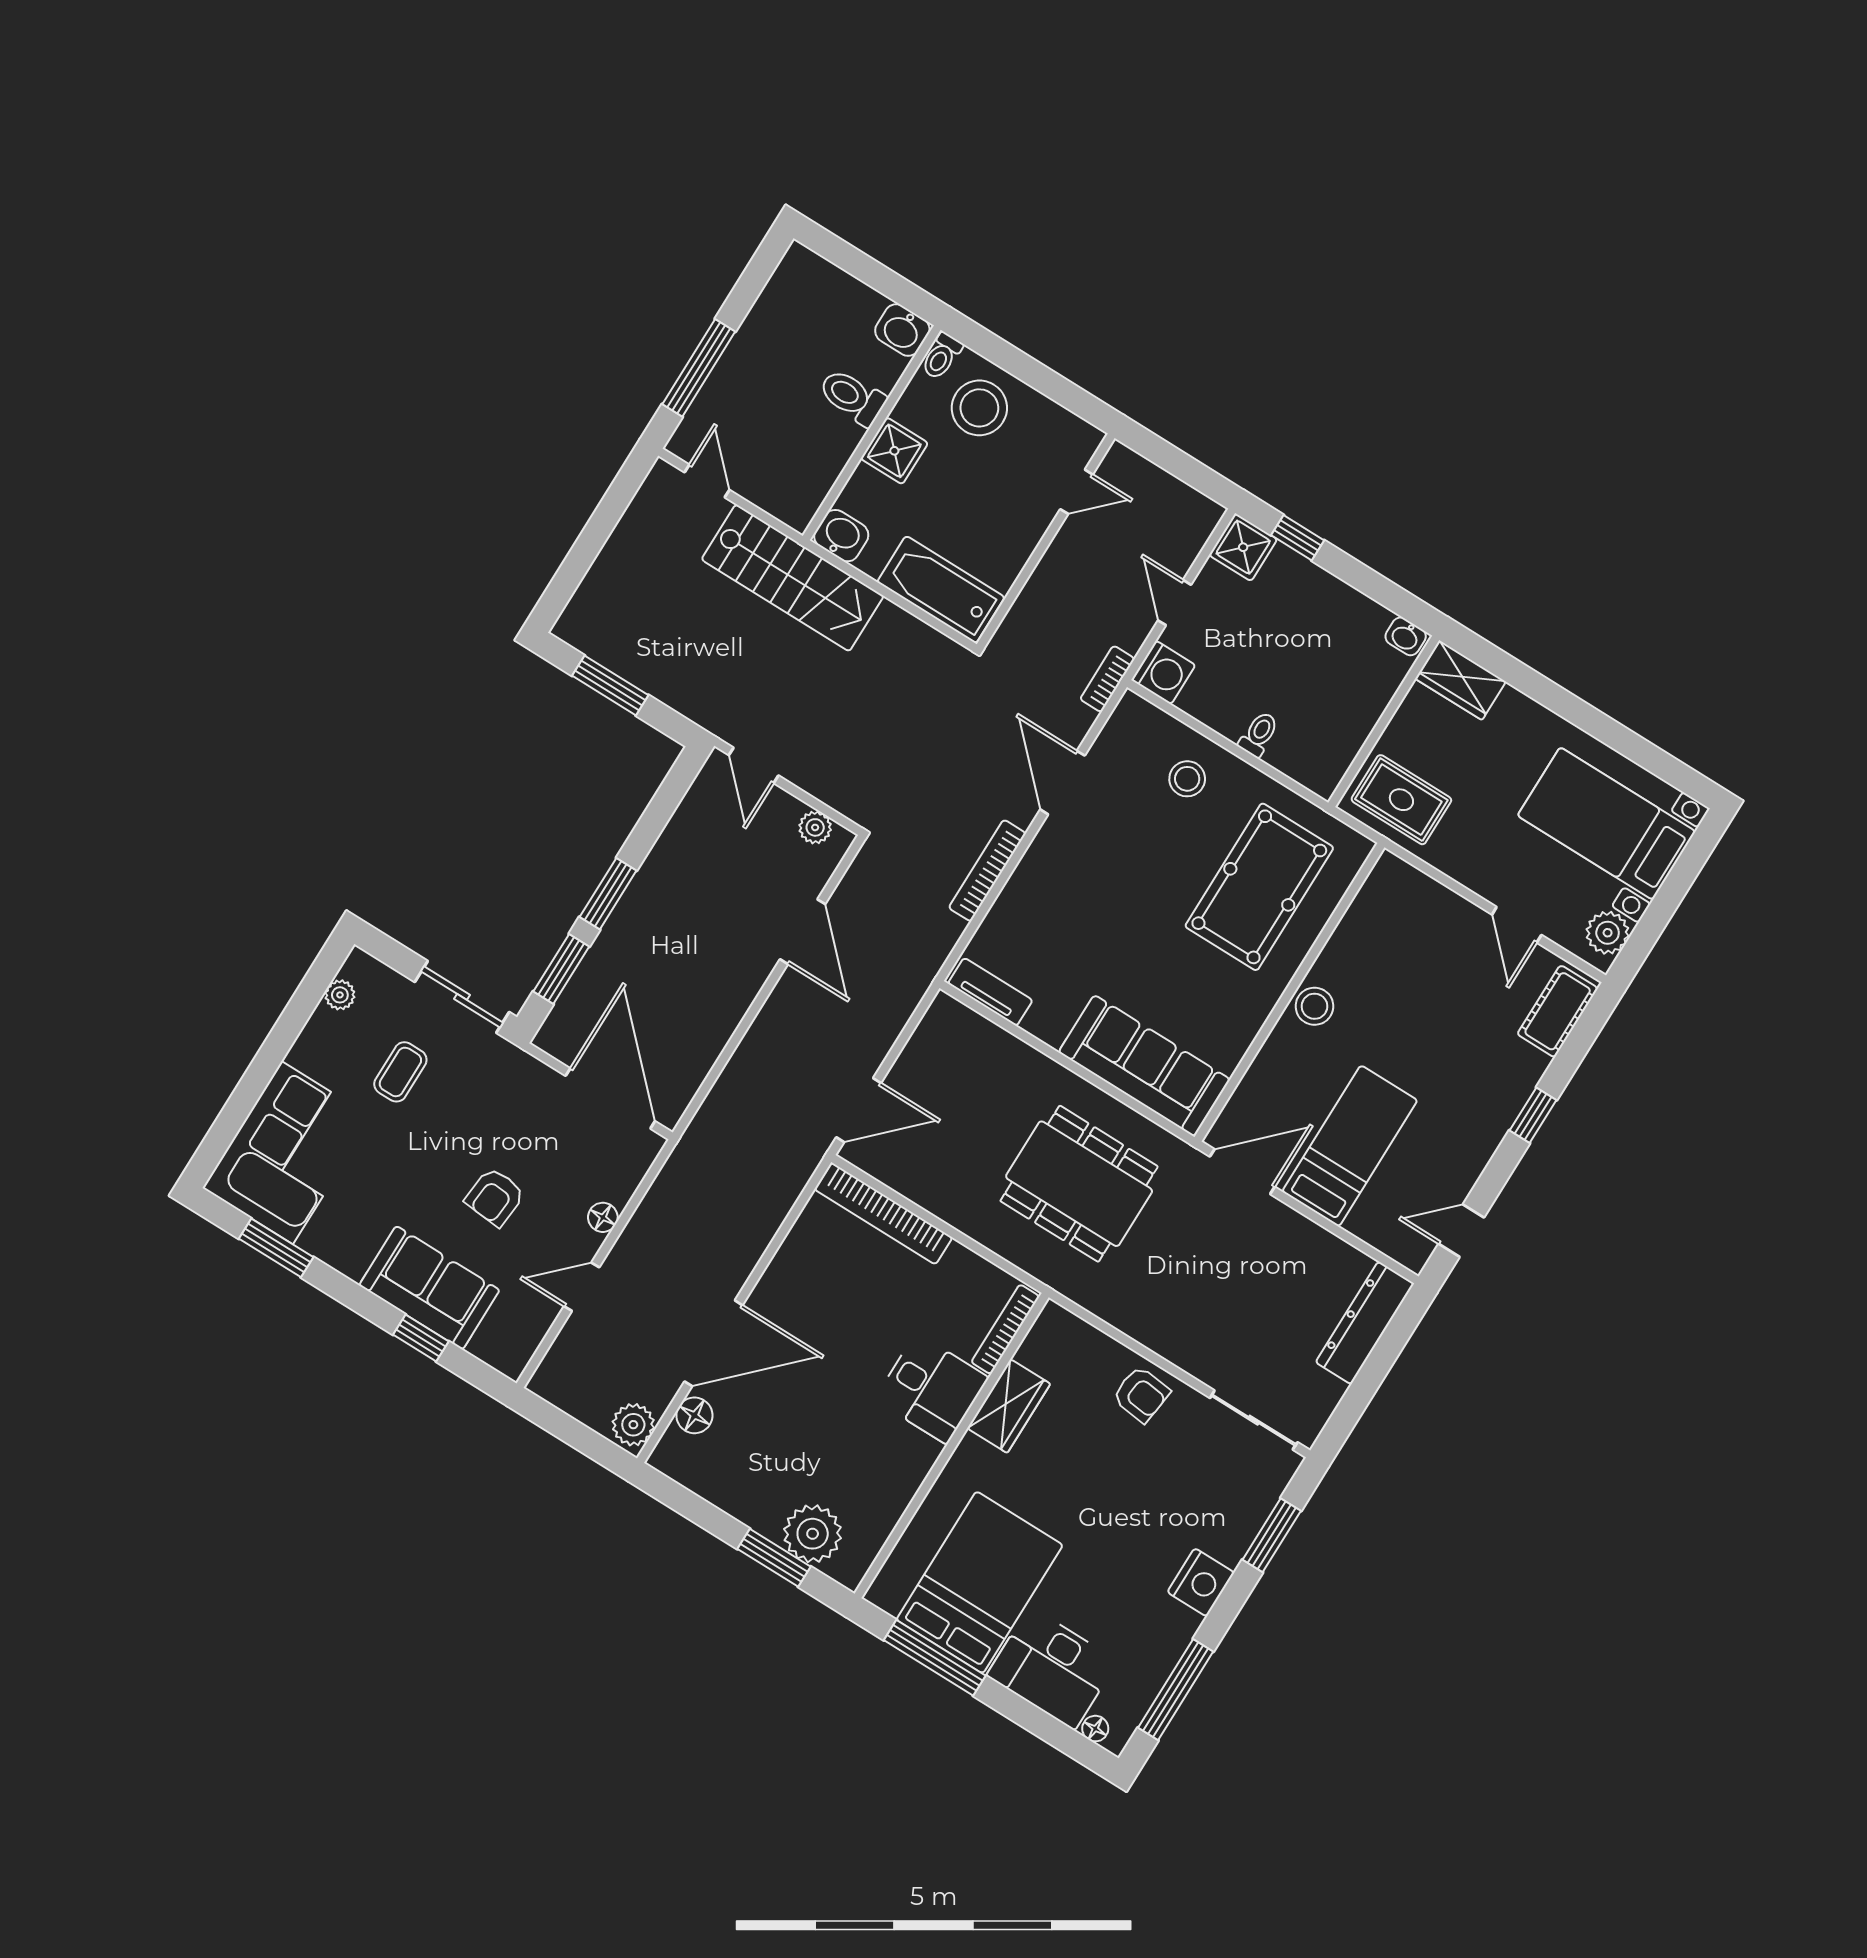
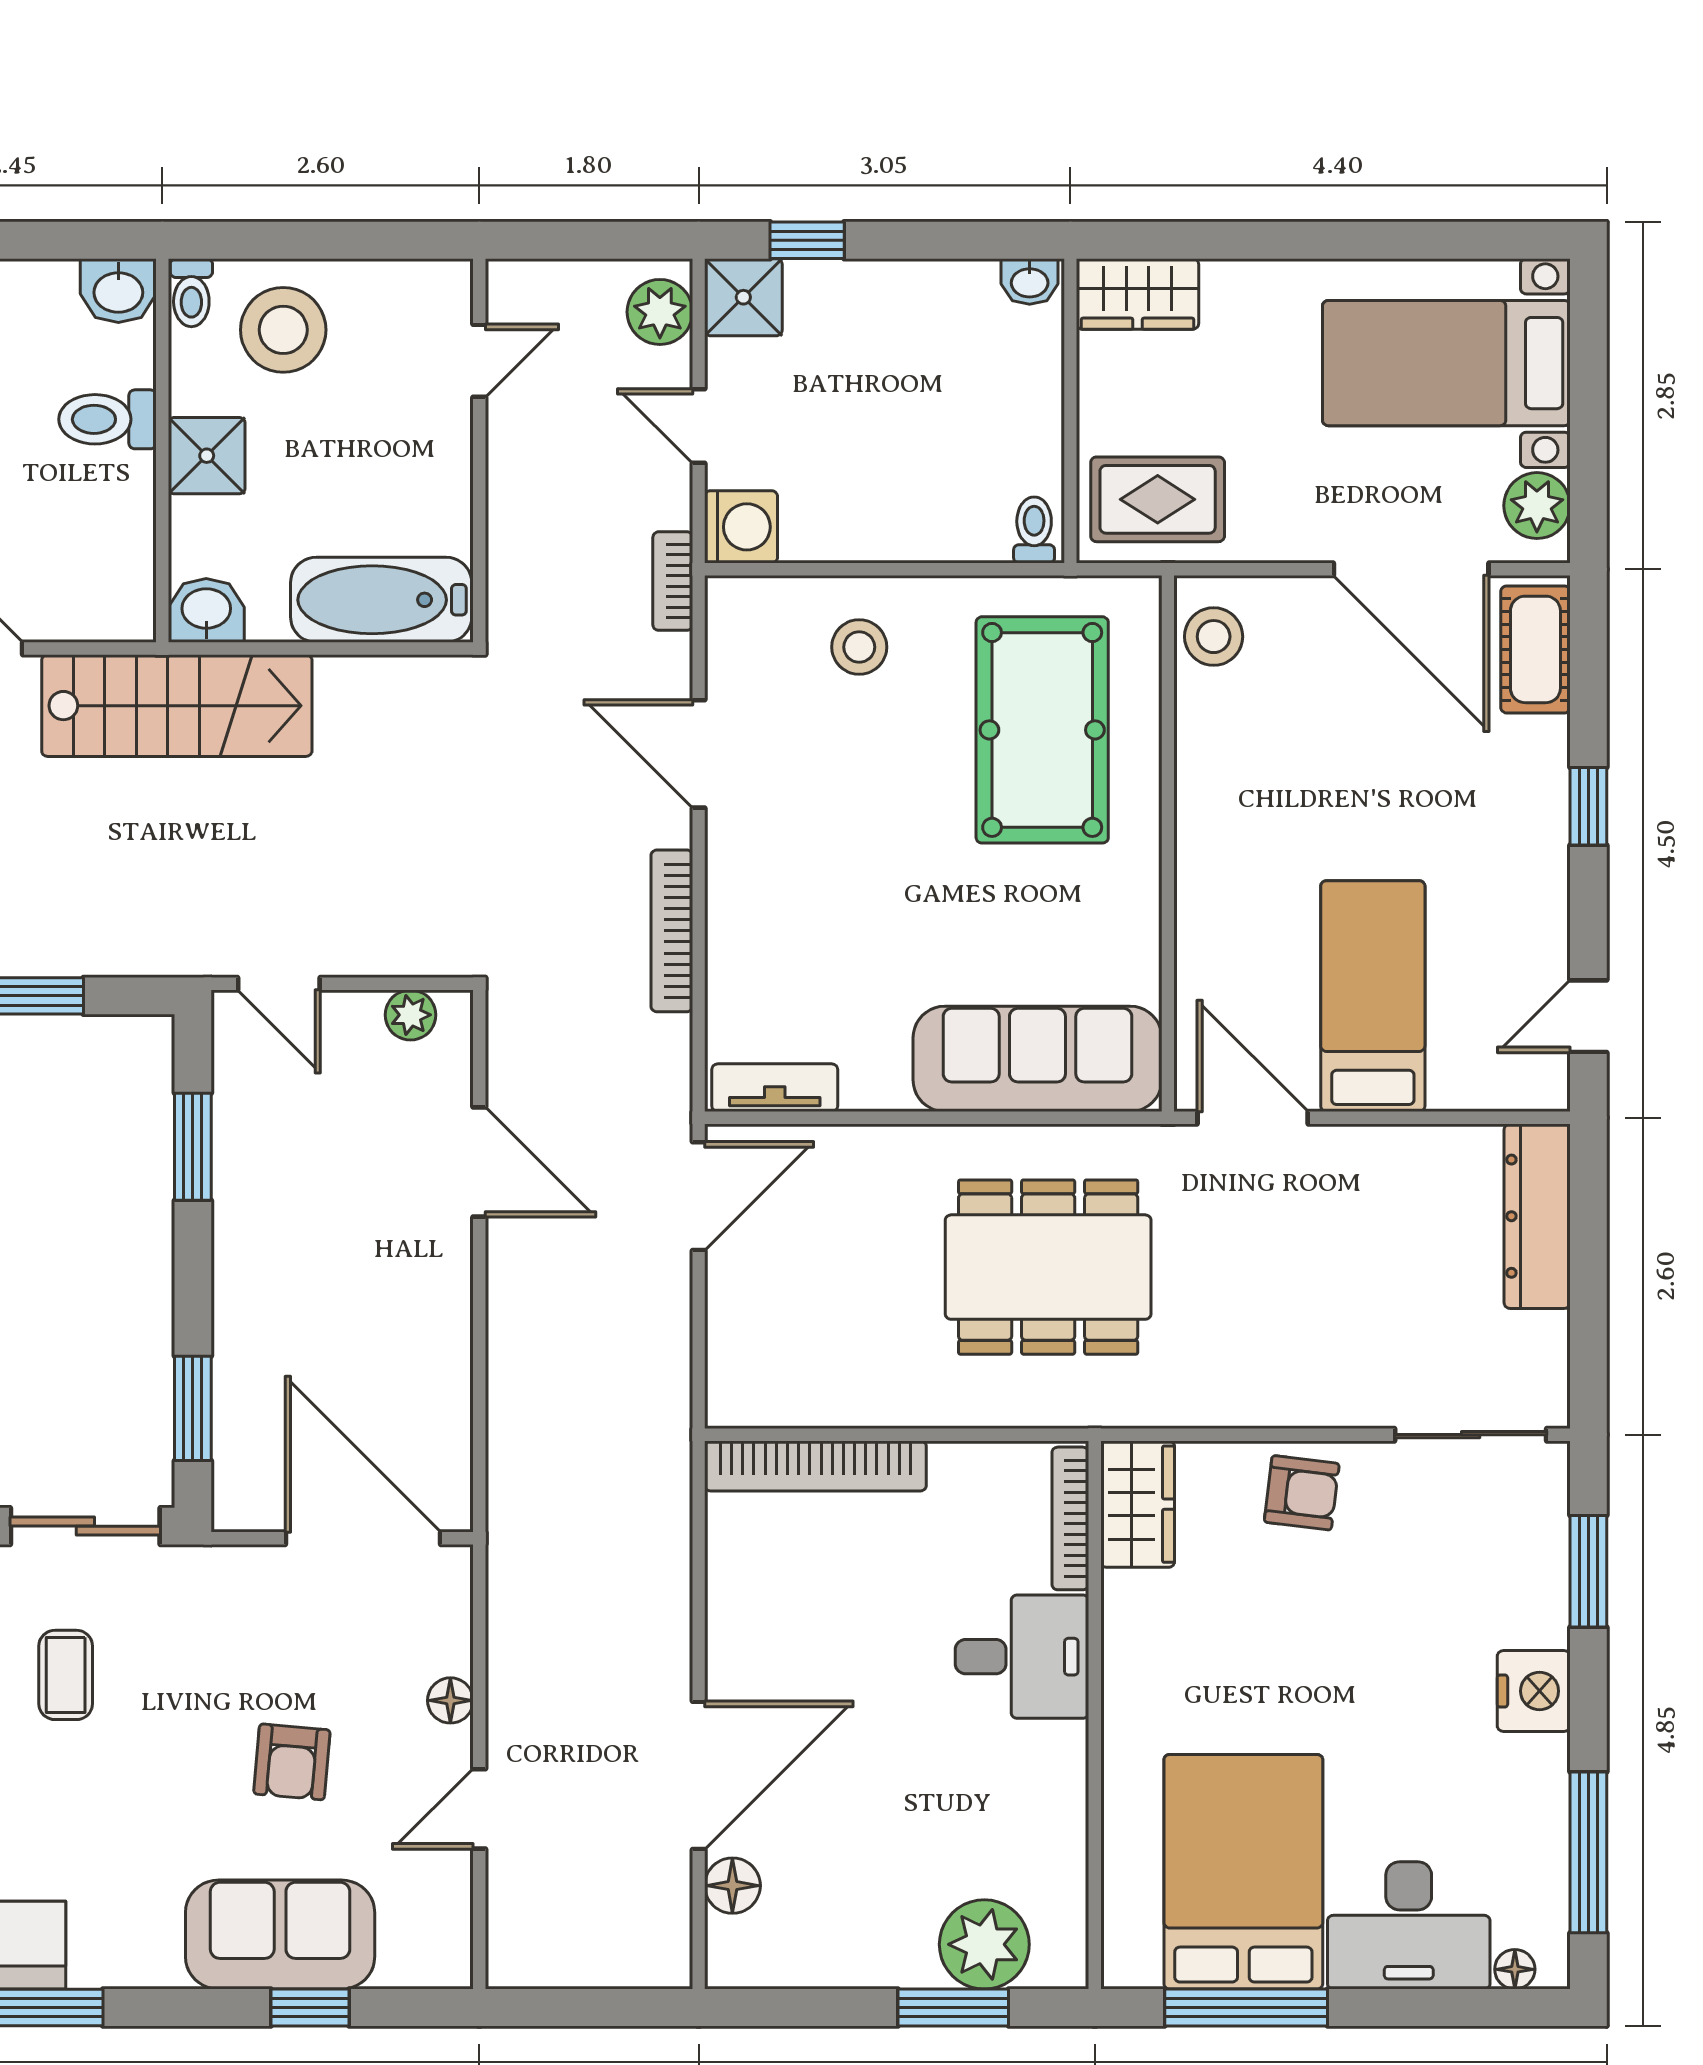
toilet: (1259, 734) -> (1034, 530), moved
window: (608, 894) -> (193, 1147), moved
door: (1517, 925) -> (1411, 569), width x1.87
stool: (1314, 1006) -> (1214, 637), moved
door: (859, 1110) -> (699, 1196), moved
door: (1242, 1172) -> (1253, 1118), hinge flipped
wardrobe: (1009, 1406) -> (1138, 1504), moved
plant: (633, 1425) -> (660, 312), moved

